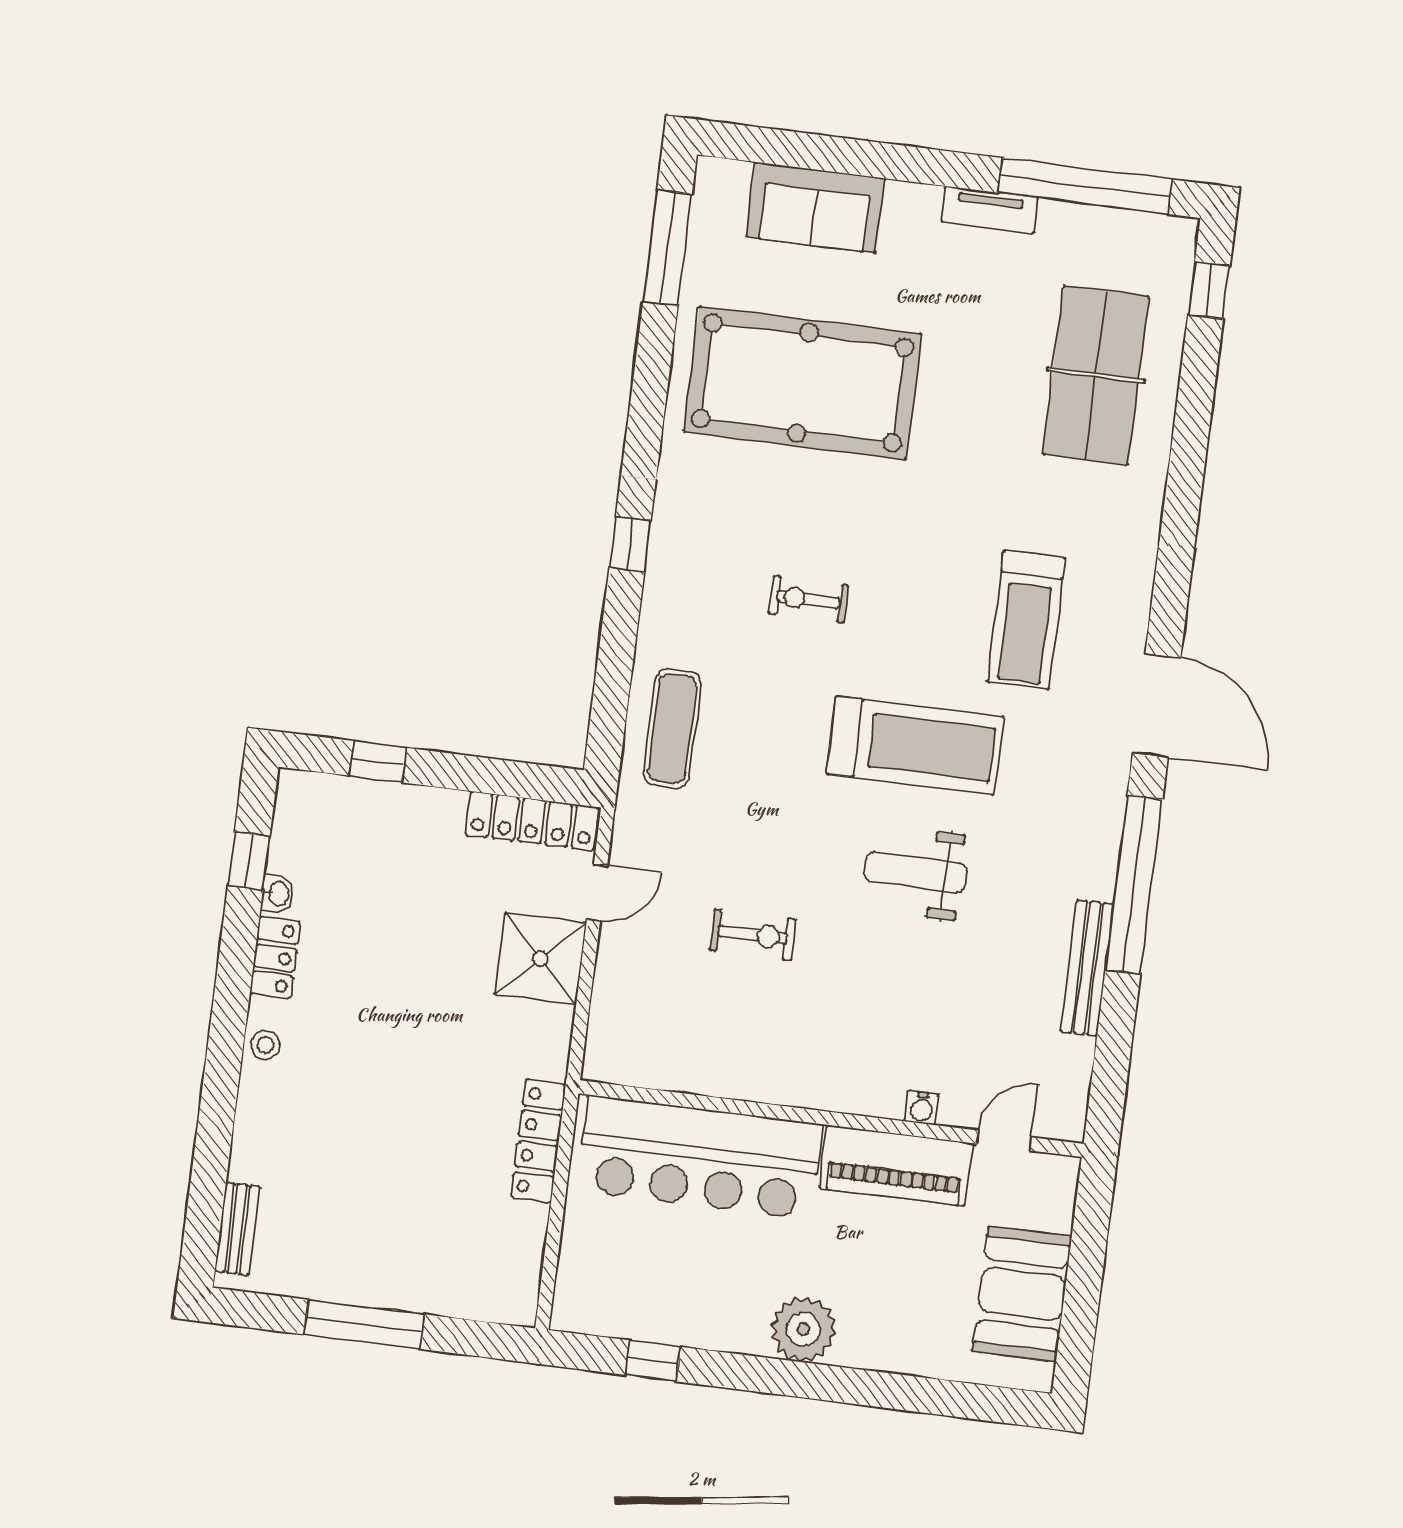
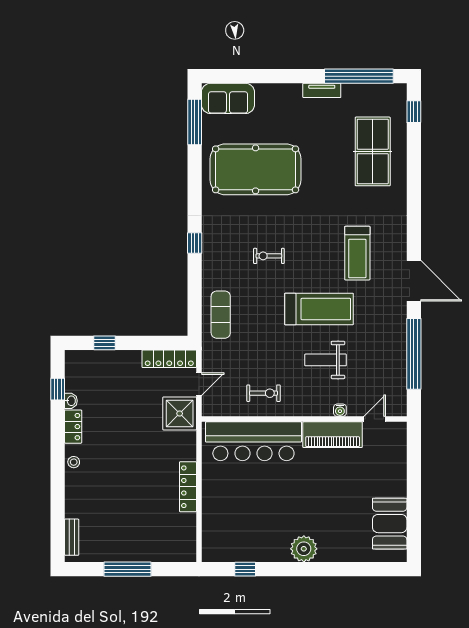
sofa: (815, 208) -> (228, 98), moved
bench: (1087, 968) -> (399, 390), removed
water cooler: (922, 1108) -> (340, 410), moved
wall: (831, 1119) -> (304, 419), moved
door: (1004, 1141) -> (375, 419), moved
bar counter: (700, 1157) -> (253, 441), moved
piano: (896, 1166) -> (333, 435), moved

